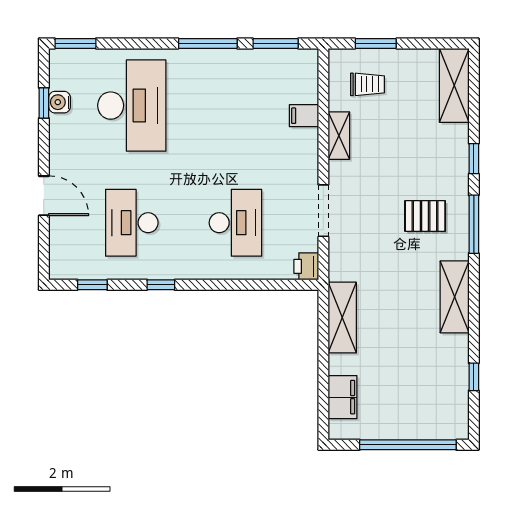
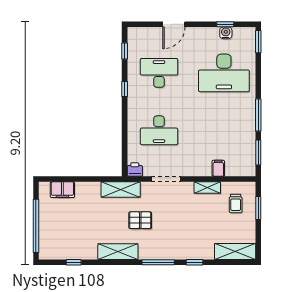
pallet: (425, 216) -> (140, 220), moved, turned 90
shelving: (342, 318) -> (121, 189), moved

